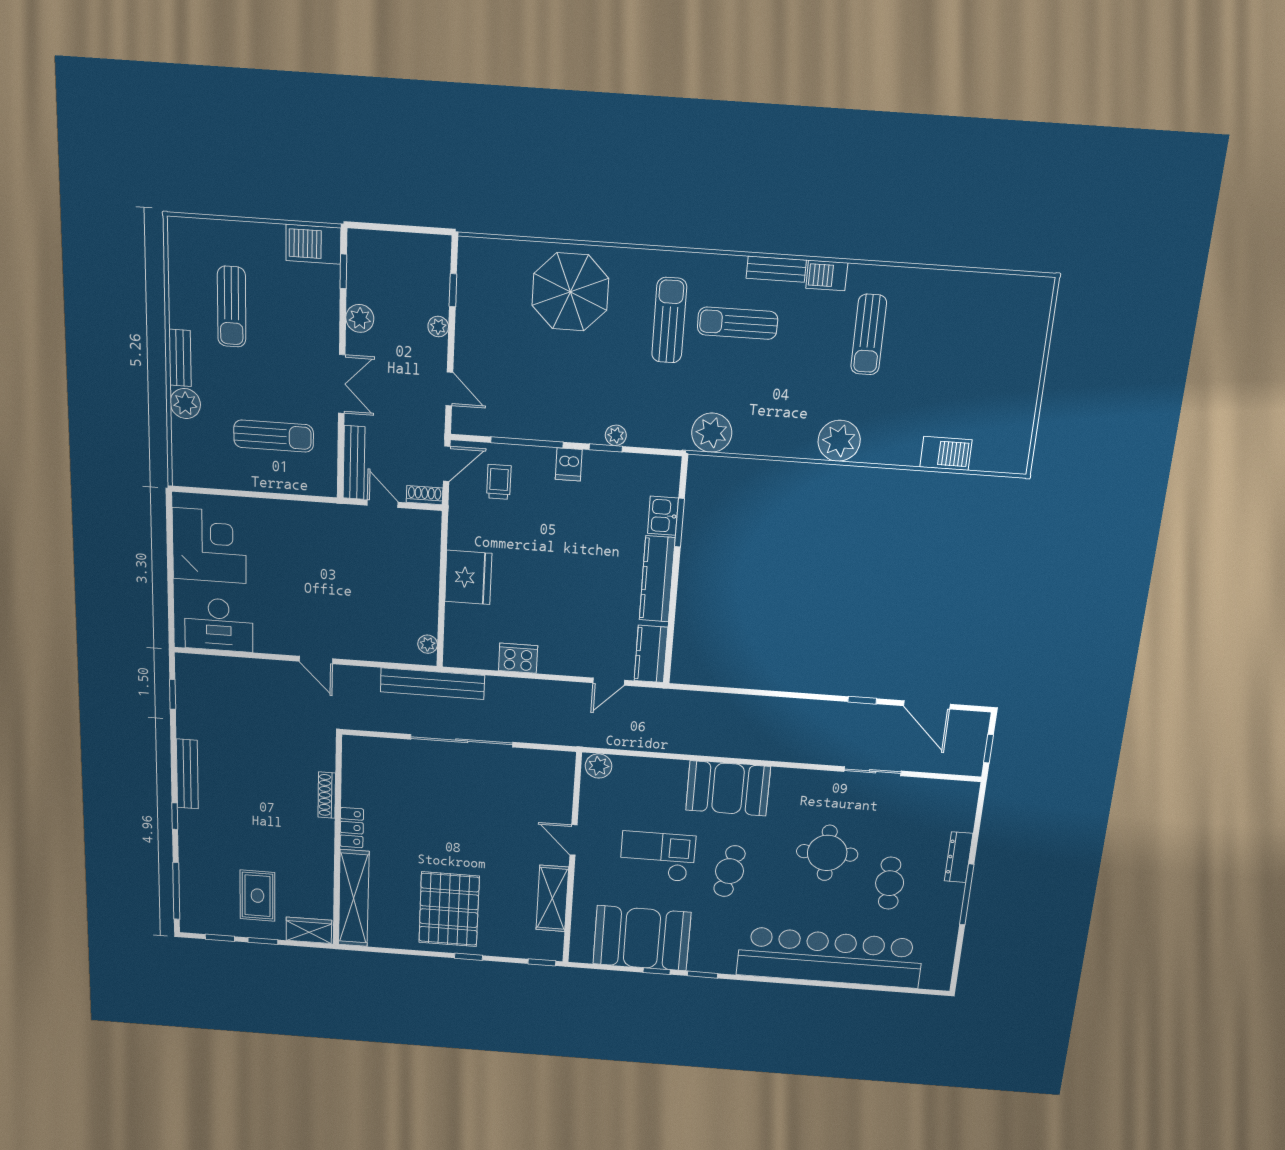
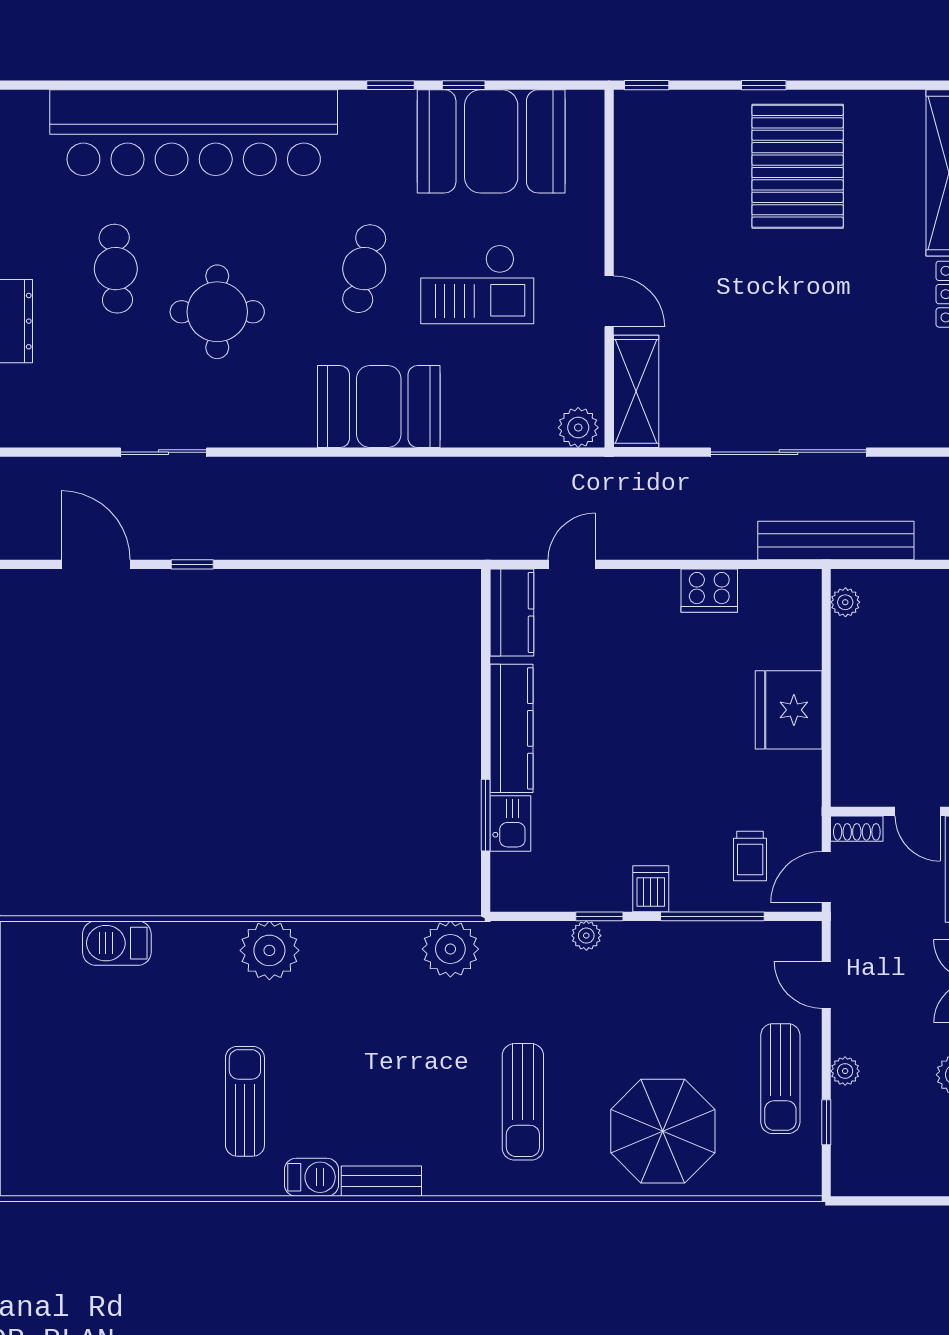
sun lounger: (738, 323) -> (780, 1079), moved, turned 90
shelving: (552, 898) -> (636, 391), moved

